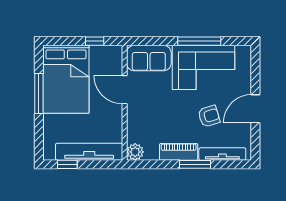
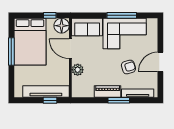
floor lamp: (112, 56) -> (62, 26), added
plant: (135, 152) -> (78, 70), moved
window: (67, 164) -> (50, 100), moved

